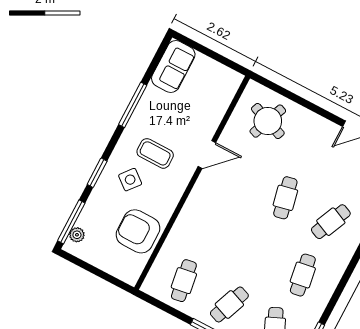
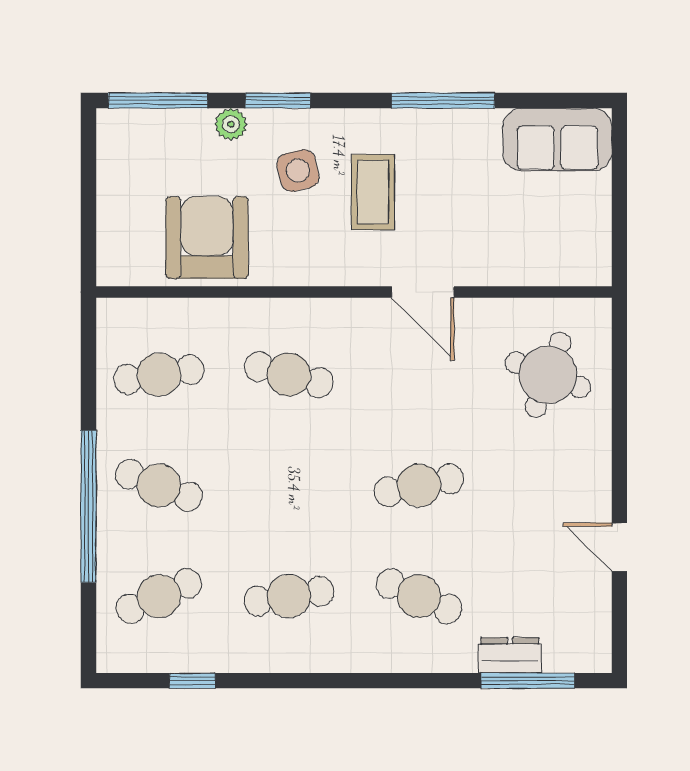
side table: (130, 180) -> (298, 171), turned 38
cafe table: (212, 227) -> (289, 375), added
plant: (77, 235) -> (231, 124), moved

